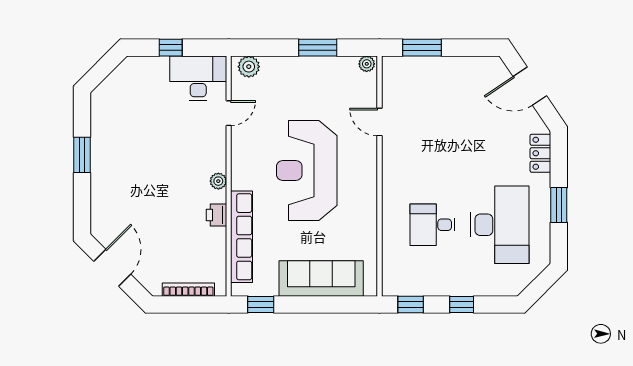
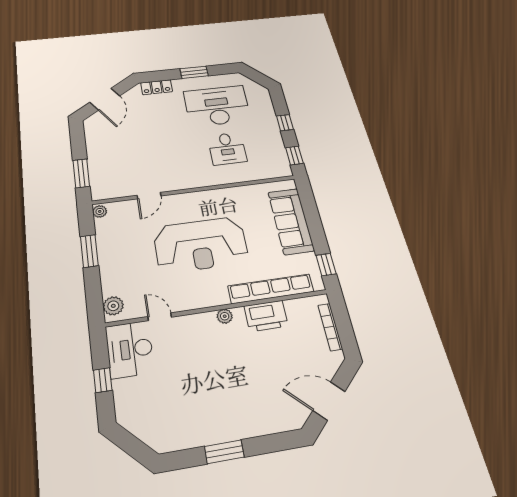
printer: (216, 215) -> (266, 316), width x1.87, depth x1.48

